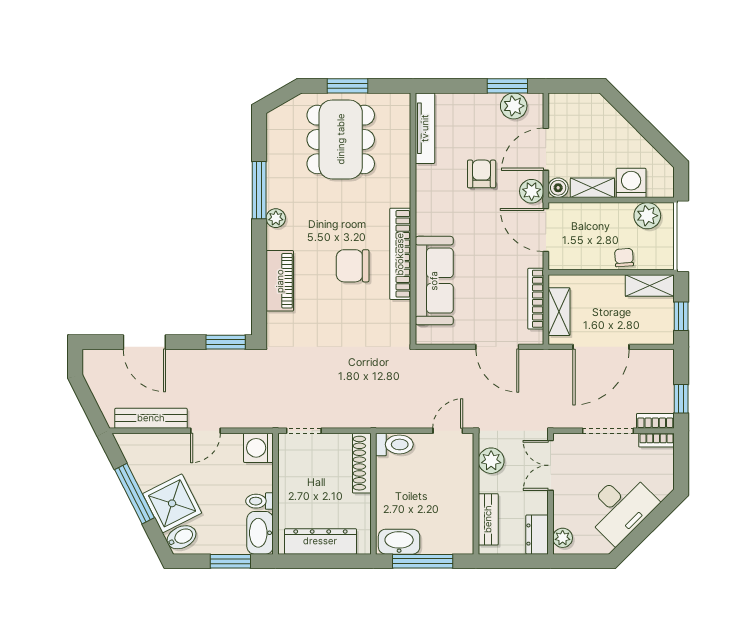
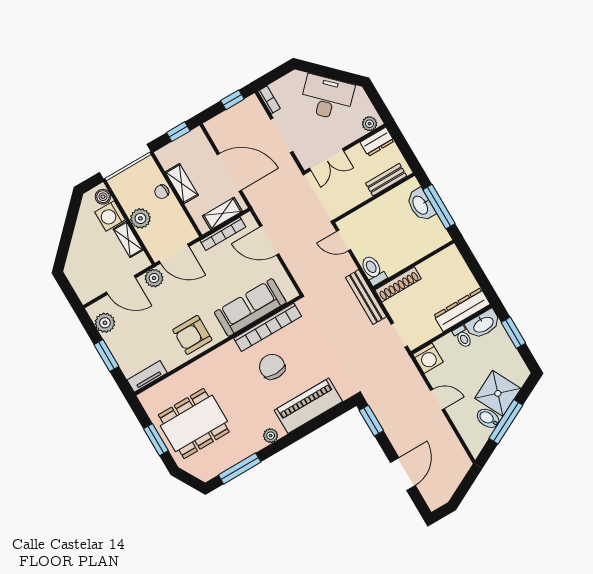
window: (507, 86) -> (106, 355), moved
tv unit: (425, 128) -> (147, 376), width x0.71
armchair: (482, 174) -> (192, 335), moved, width x1.38, depth x1.38
boiler: (558, 188) -> (103, 197), moved
window: (259, 190) -> (240, 468), moved
plant: (647, 216) -> (140, 218), moved
door: (546, 230) -> (174, 254), hinge flipped
bookcase: (400, 254) -> (268, 327), moved
chair: (353, 266) -> (272, 367), turned 180
piano: (280, 281) -> (308, 406), width x1.37, depth x1.33
shelving: (650, 286) -> (182, 184), moved
door: (497, 347) -> (269, 240), swing flipped
bench: (151, 418) -> (366, 297), moved
bookcase: (655, 421) -> (257, 108), removed
plant: (491, 461) -> (346, 200), removed
bidet: (181, 537) -> (488, 418), moved
dresser: (320, 541) -> (462, 310), moved, turned 90
washbasin: (399, 542) -> (421, 205), moved

